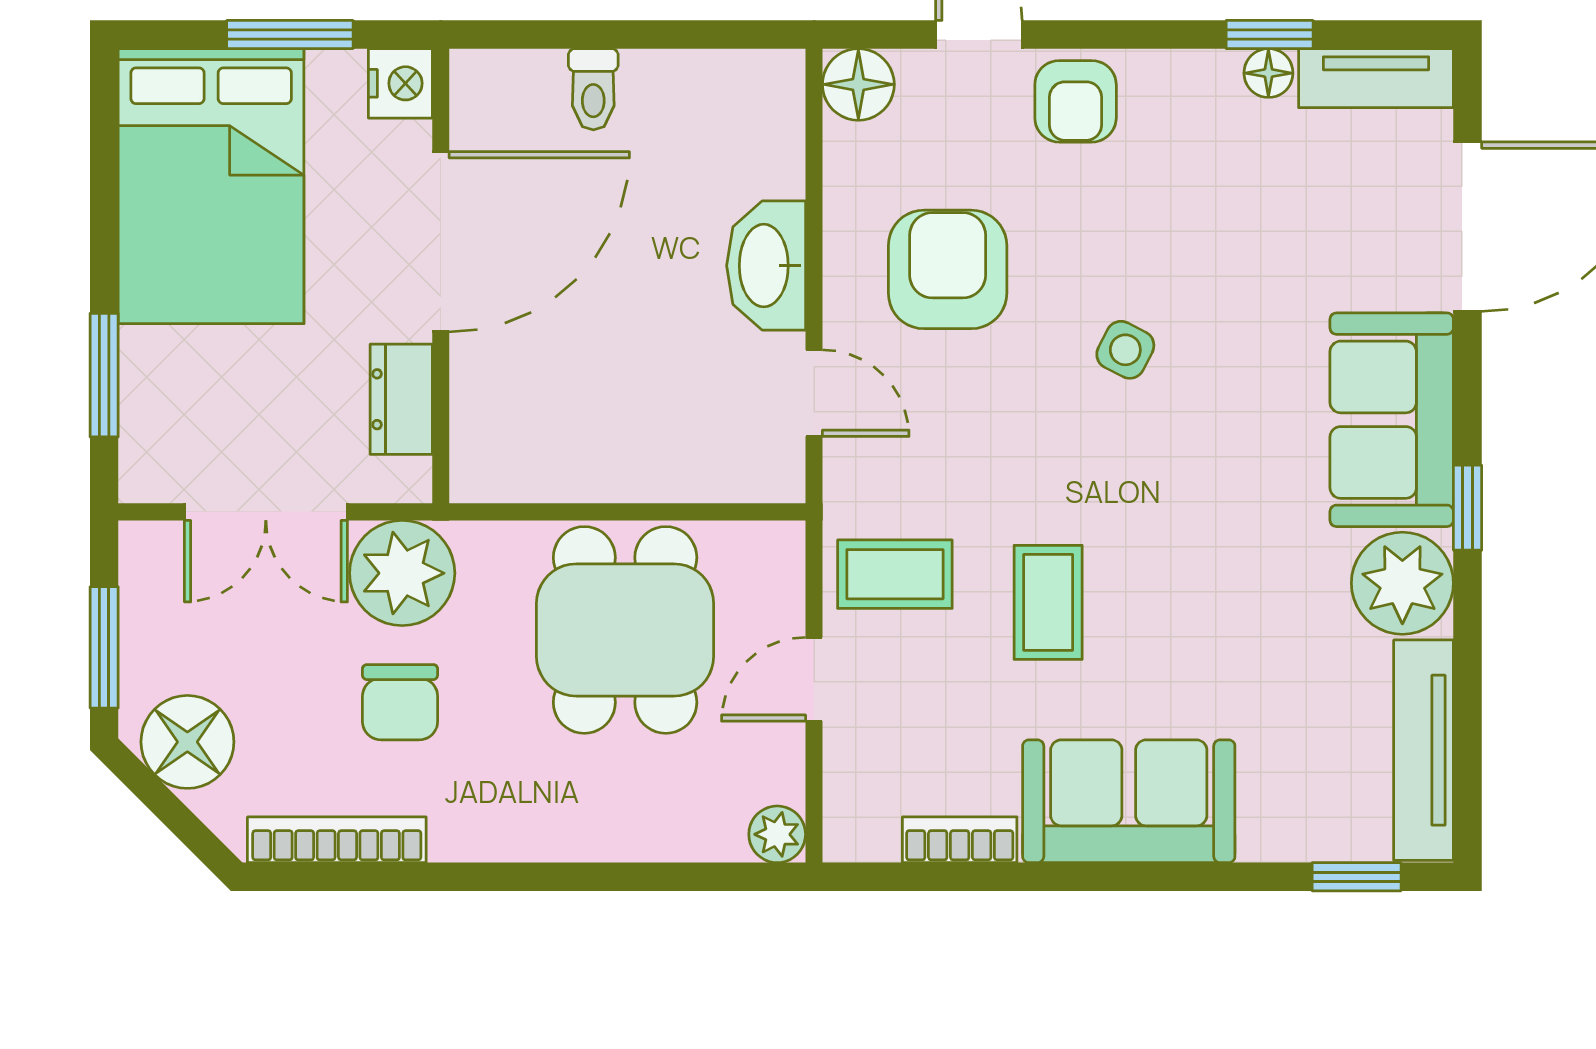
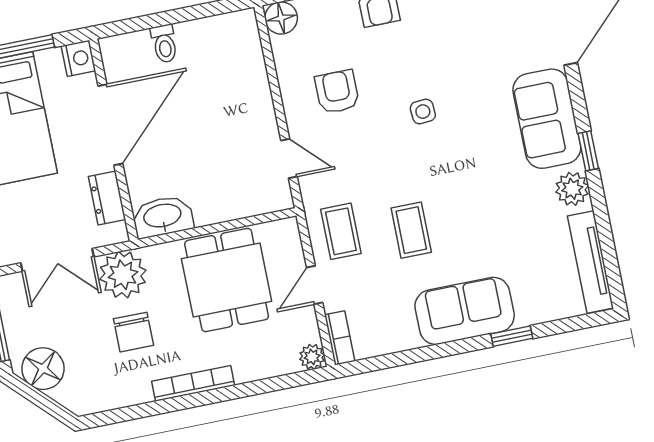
washbasin: (766, 266) -> (163, 217), moved, turned 90
armchair: (948, 269) -> (337, 92), width x0.72, depth x0.72
side table: (1125, 350) -> (423, 112), turned -31
coffee table: (895, 574) -> (341, 231), turned 90
plant: (1402, 583) -> (572, 189), width x0.73, depth x0.73
bookcase: (337, 840) -> (193, 383), moved
bookcase: (960, 840) -> (340, 338), moved, turned 90
window: (1357, 877) -> (512, 336), moved

